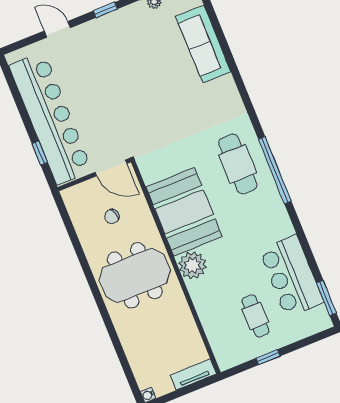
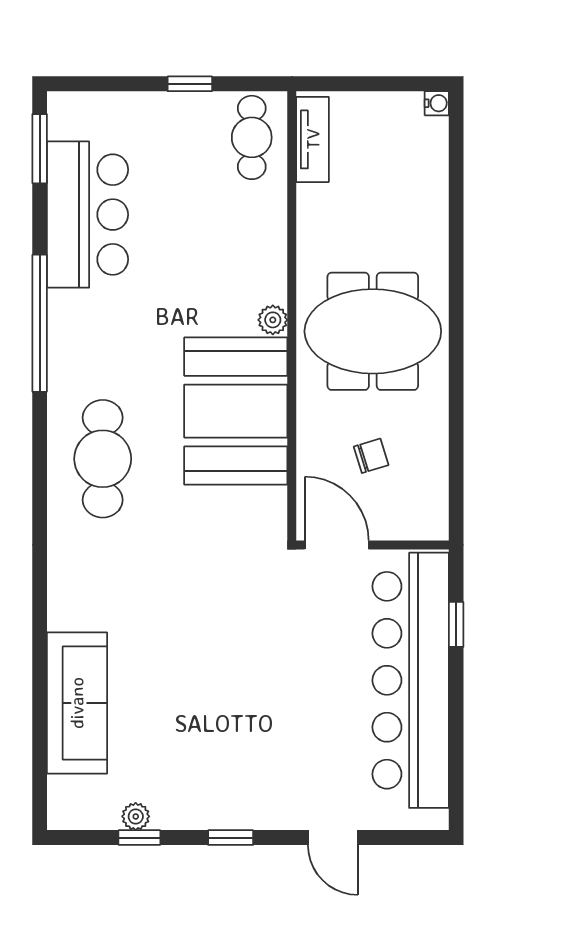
window: (275, 170) -> (40, 323), moved
plant: (193, 265) -> (273, 320), width x0.53, depth x0.53
cafe table: (255, 316) -> (252, 137), moved
tv unit: (193, 374) -> (313, 139), moved, turned -90

